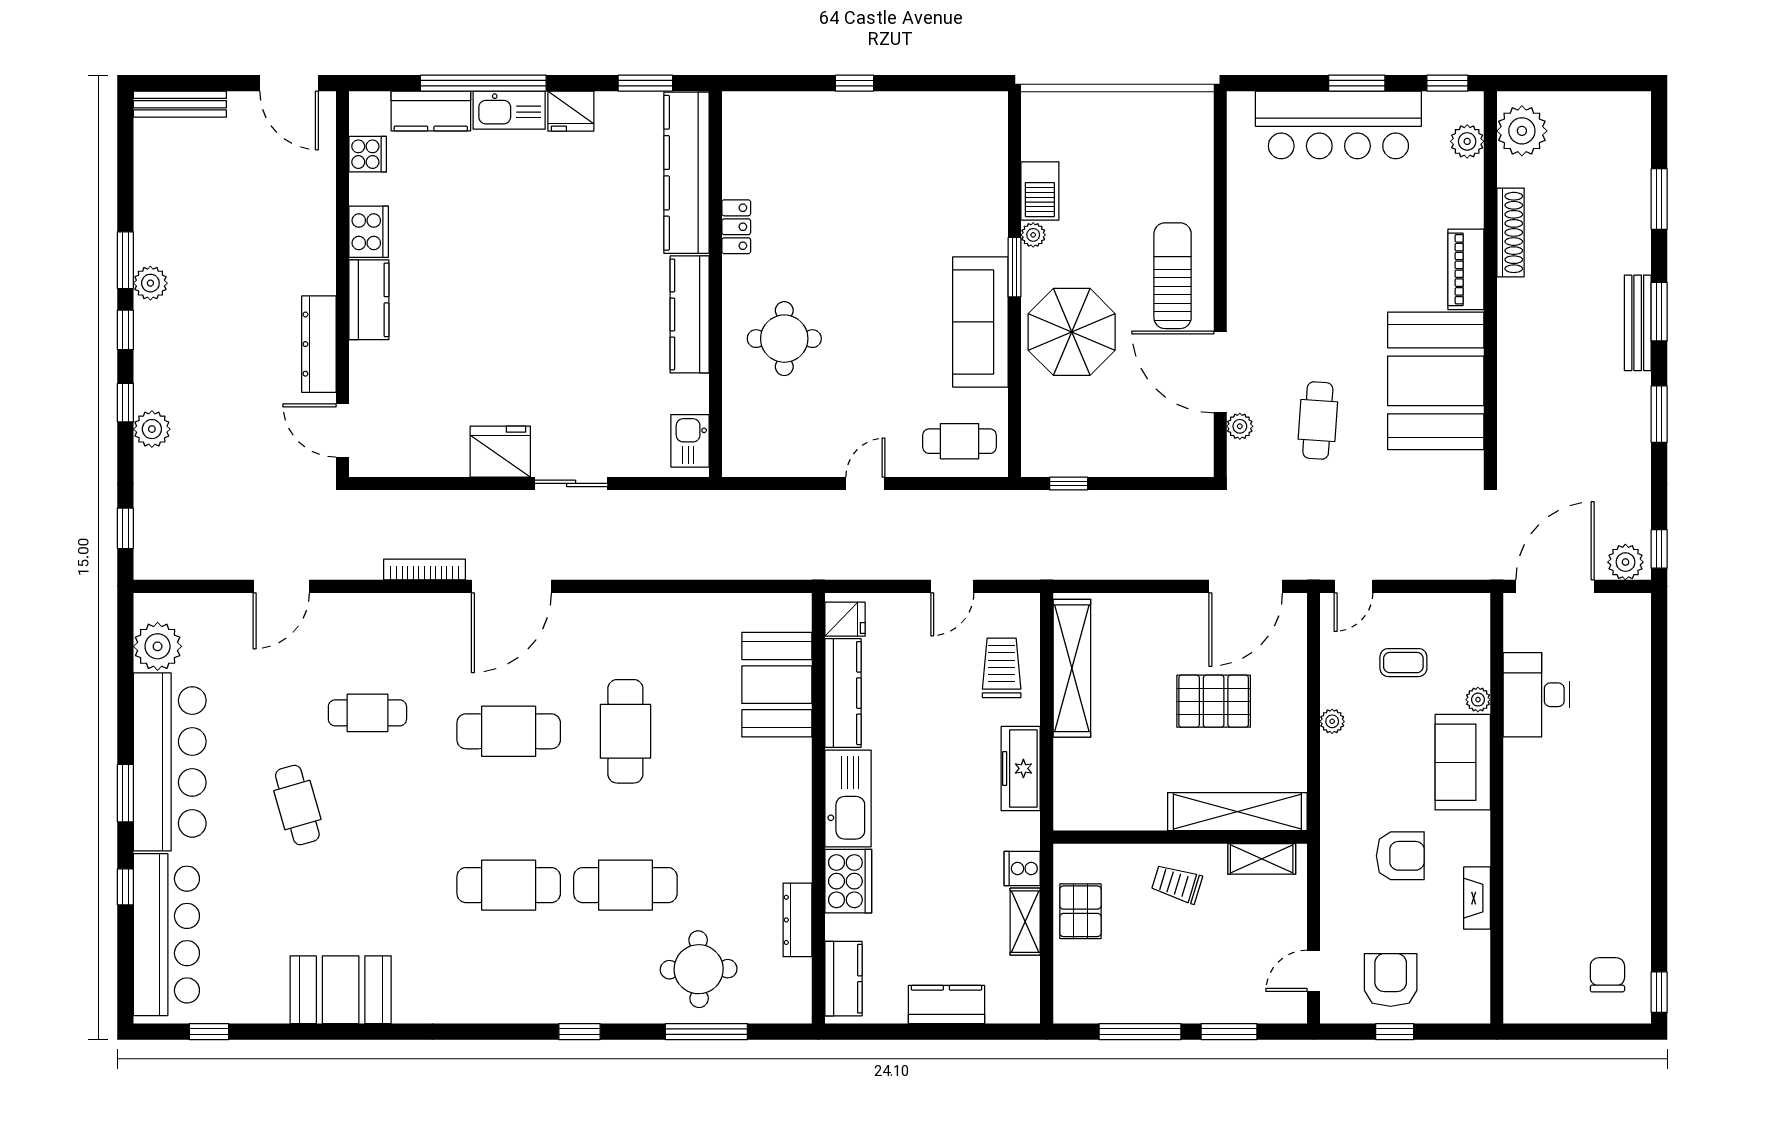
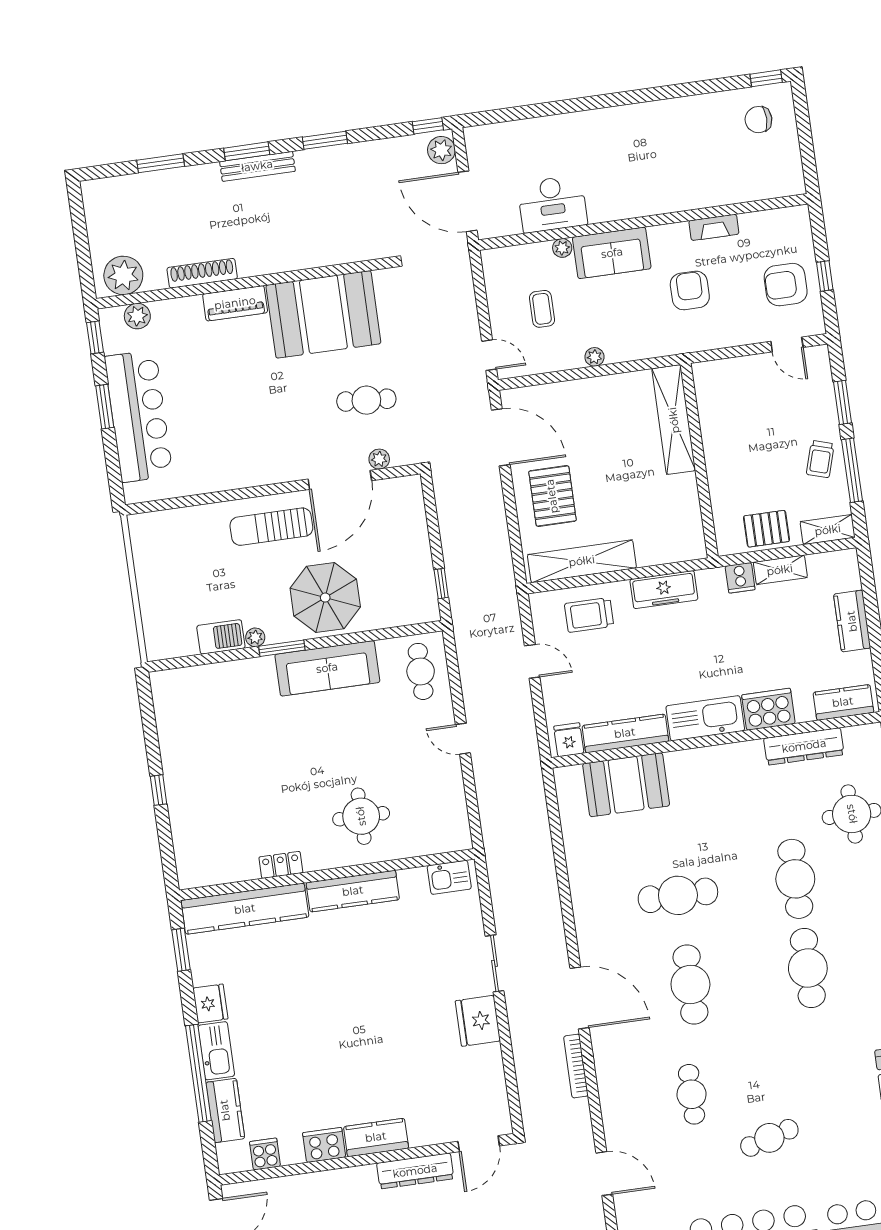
pallet: (1214, 701) -> (552, 496), moved
shelving: (1262, 859) -> (828, 530), moved, turned 90
trolley: (1177, 884) -> (820, 459), moved
dresser: (797, 920) -> (804, 746), width x1.37, depth x1.24

